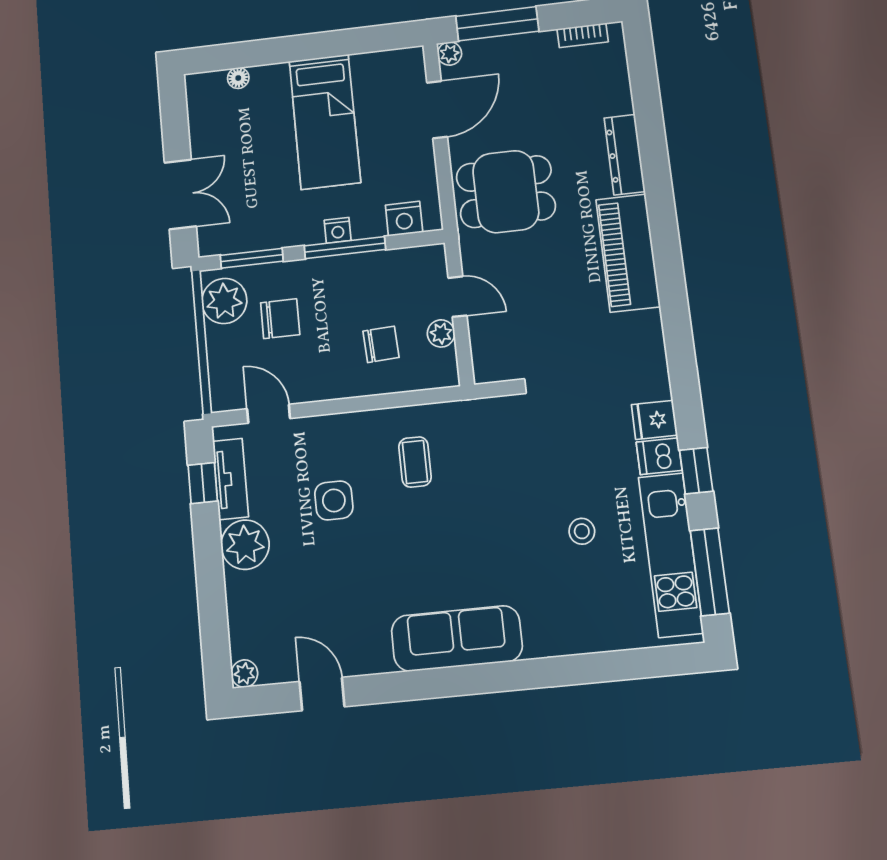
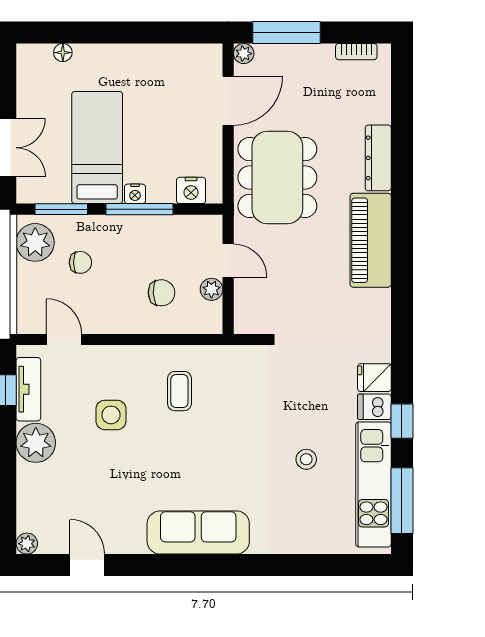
bed: (325, 122) -> (97, 148), moved, turned 180
dining table: (506, 192) -> (277, 177), width x1.38
chair: (280, 319) -> (80, 262), width x0.73, depth x0.73

